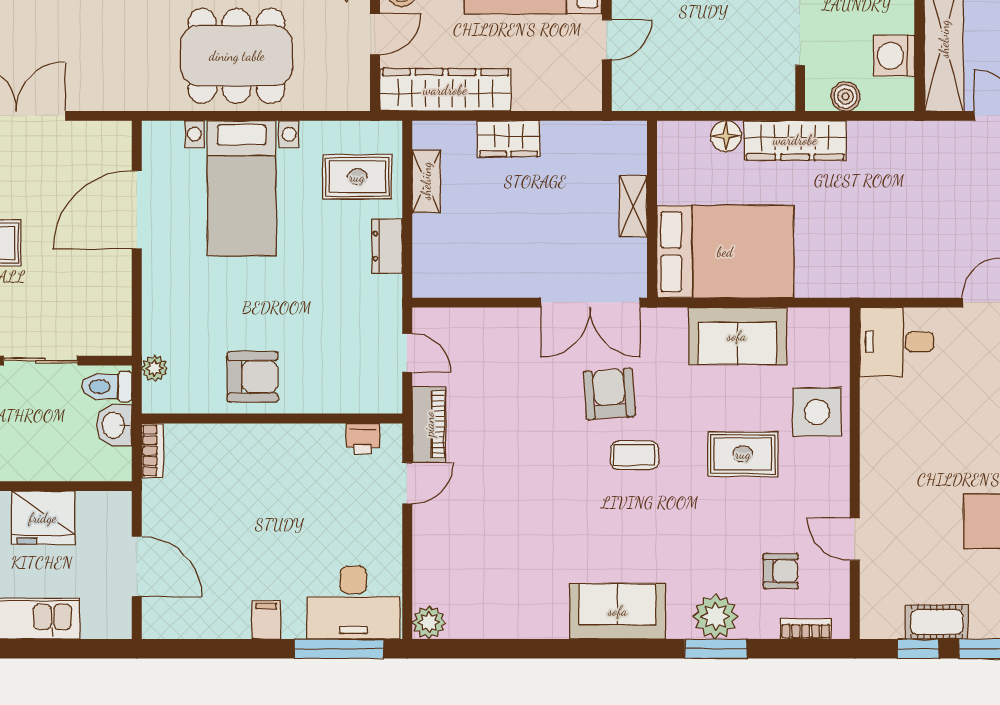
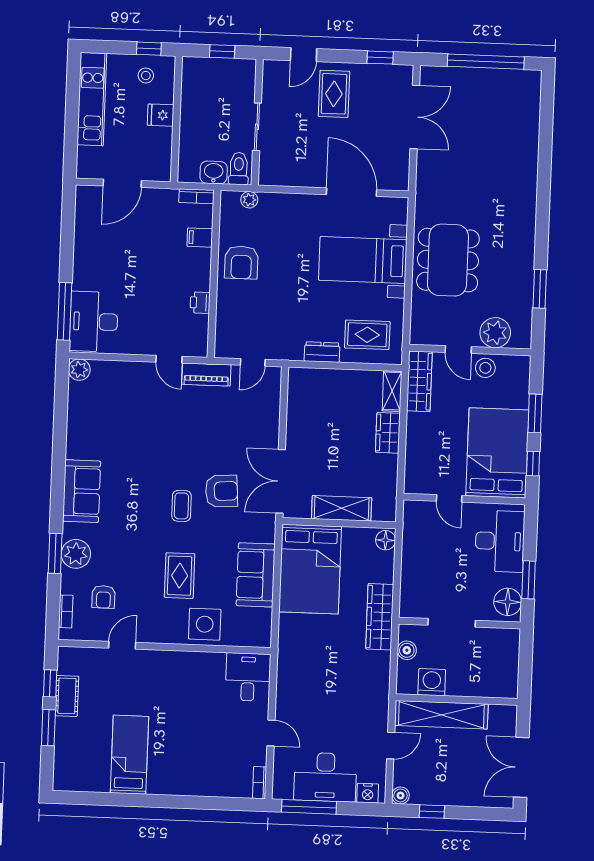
wardrobe: (445, 90) -> (419, 381), width x0.71, depth x0.85
floor lamp: (726, 136) -> (386, 540), moved
rug: (357, 177) -> (367, 335), turned 90
shelving: (426, 181) -> (392, 391), moved, turned 90
shelving: (633, 206) -> (342, 508), width x1.50, depth x1.33
printer: (363, 438) -> (200, 303), moved
fridge: (43, 518) -> (161, 115), width x0.53, depth x0.75
filing cabinet: (266, 620) -> (200, 238), moved, turned 180

